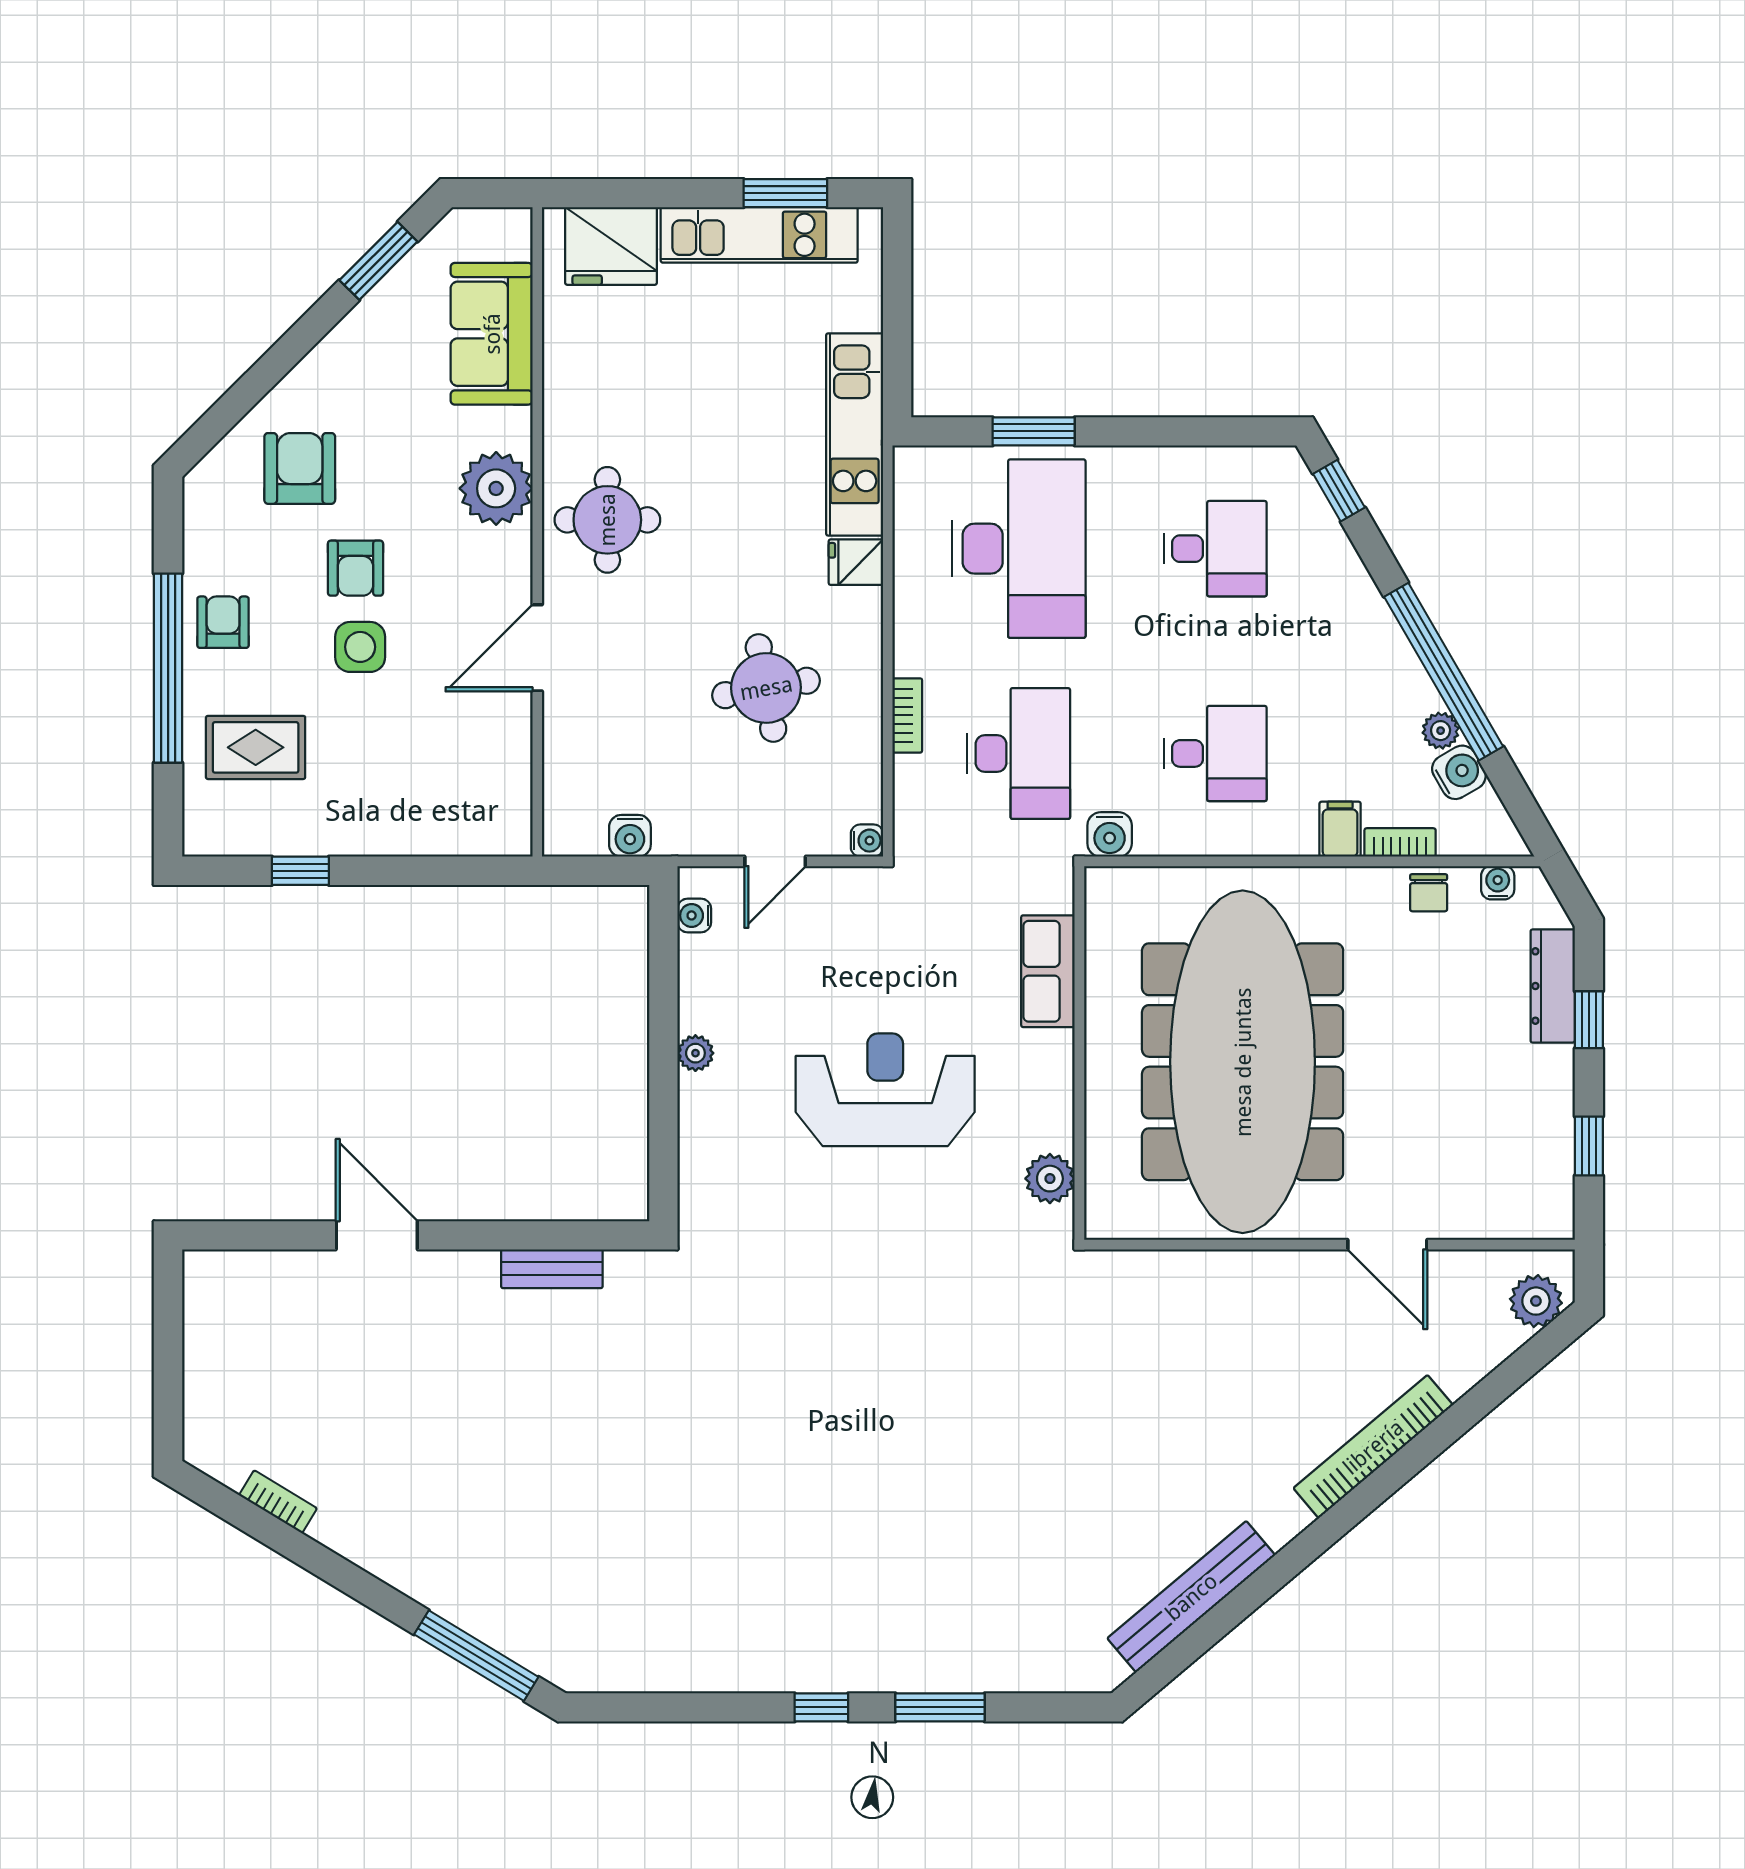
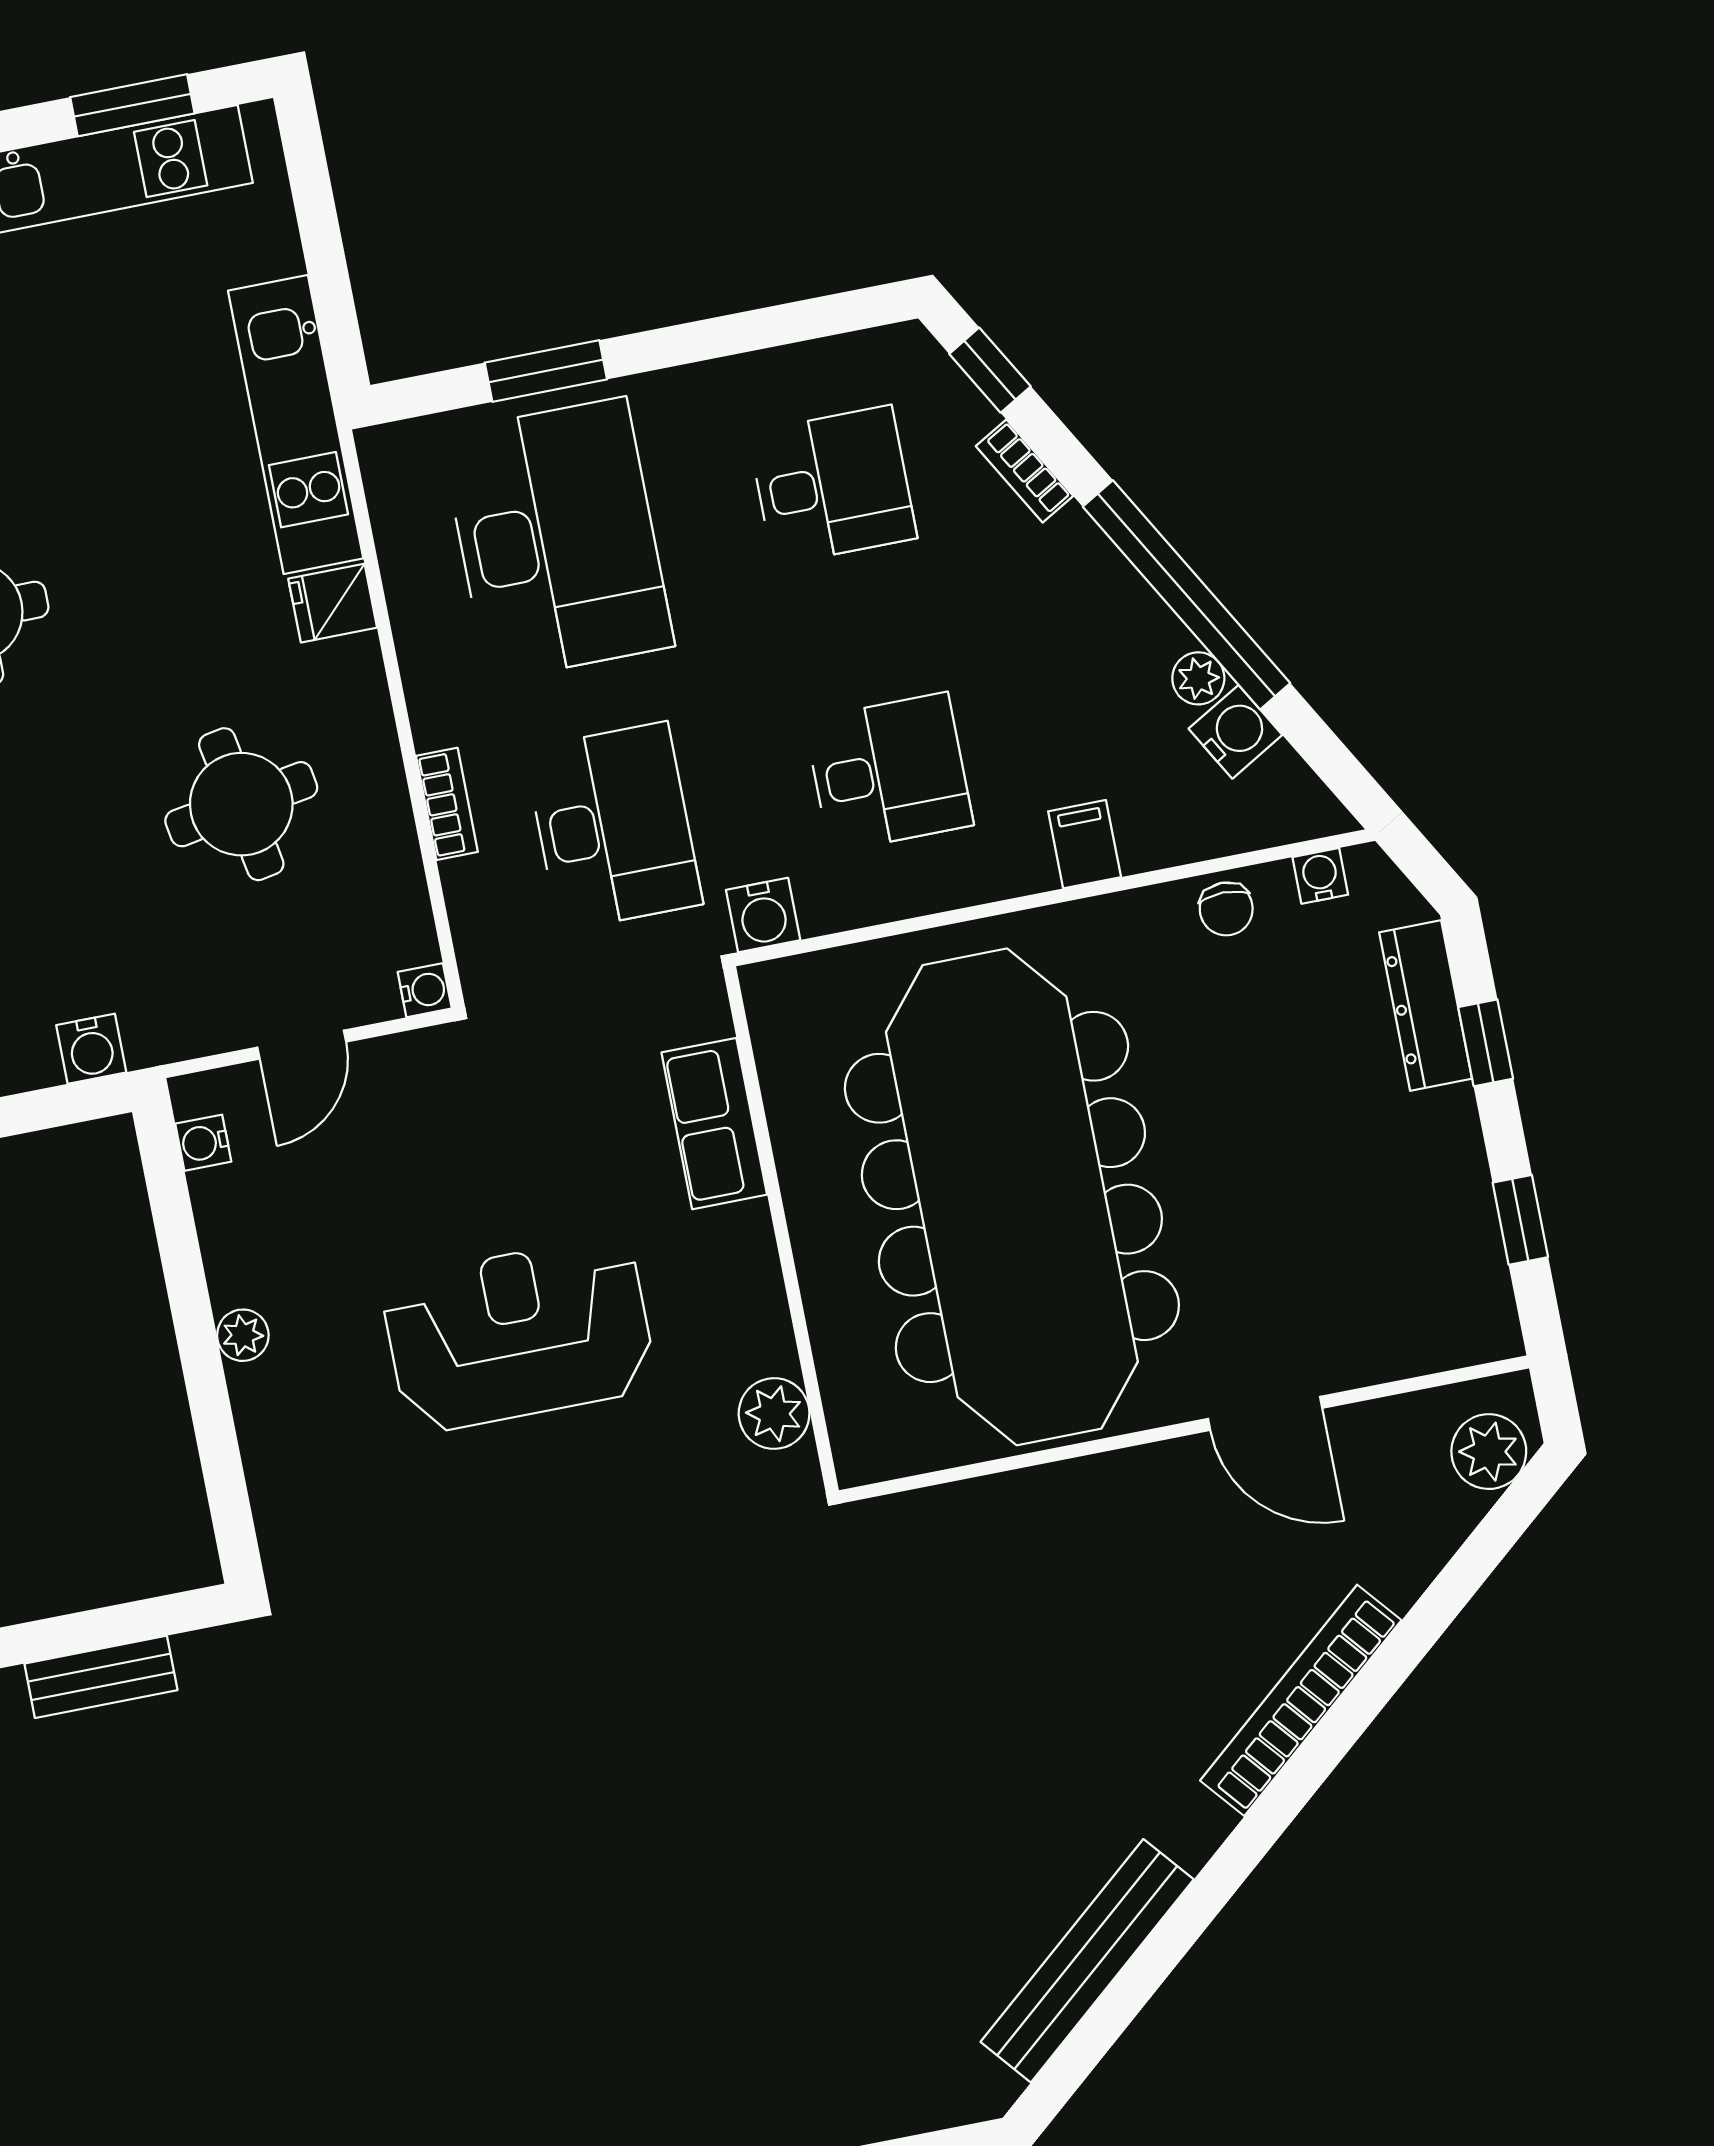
bookcase: (1400, 842) -> (1025, 471), moved, turned -120

